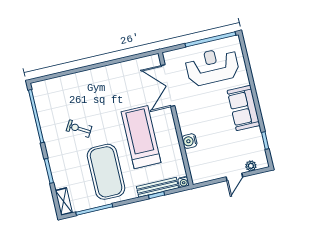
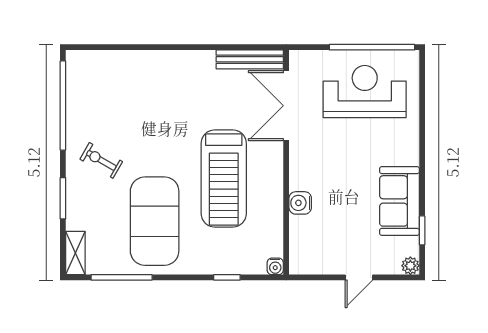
sofa: (243, 108) -> (399, 201), moved
exercise bike: (79, 129) -> (101, 160), moved
treadmill: (141, 137) -> (224, 178), turned 180
plant: (251, 166) -> (410, 266), moved
bench: (157, 187) -> (250, 59), moved

